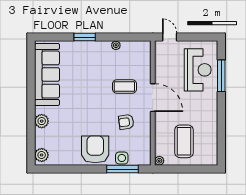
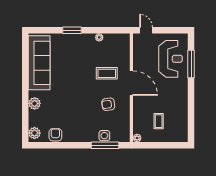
coffee table: (184, 141) -> (159, 121), width x0.54, depth x0.58
armchair: (95, 149) -> (55, 135), moved, width x0.53, depth x0.53

